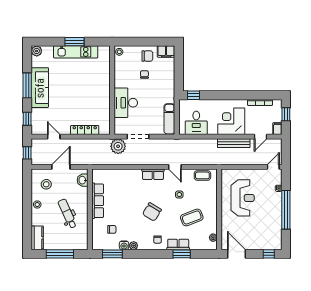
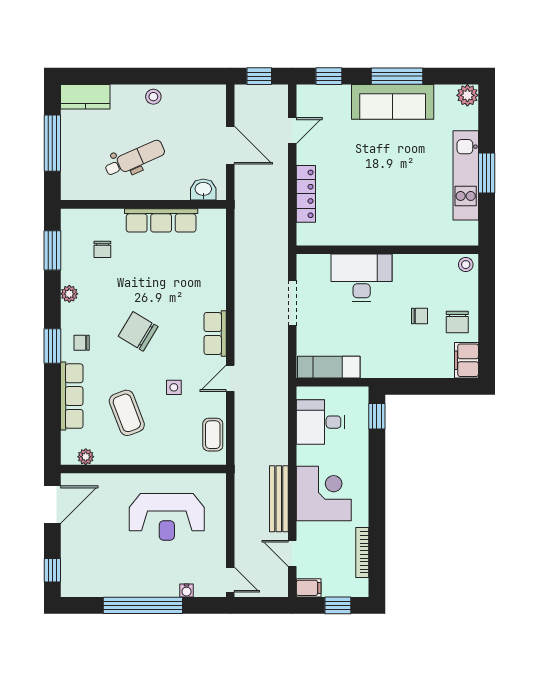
plant: (118, 146) -> (273, 262), removed
stool: (46, 184) -> (195, 115), removed
row of seats: (178, 244) -> (72, 396), width x1.48
water cooler: (124, 245) -> (70, 274), removed
window: (182, 254) -> (52, 346), moved

